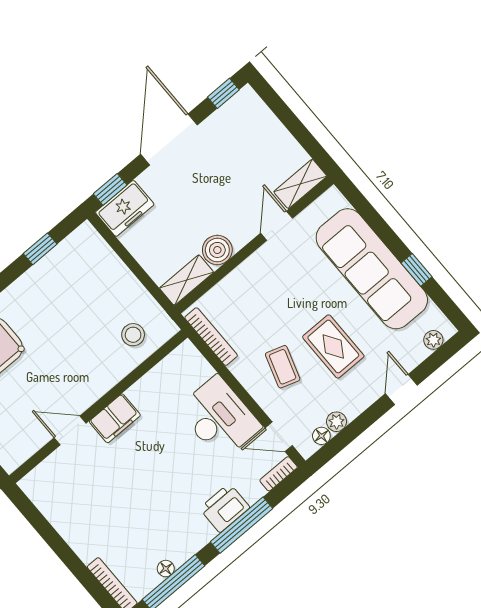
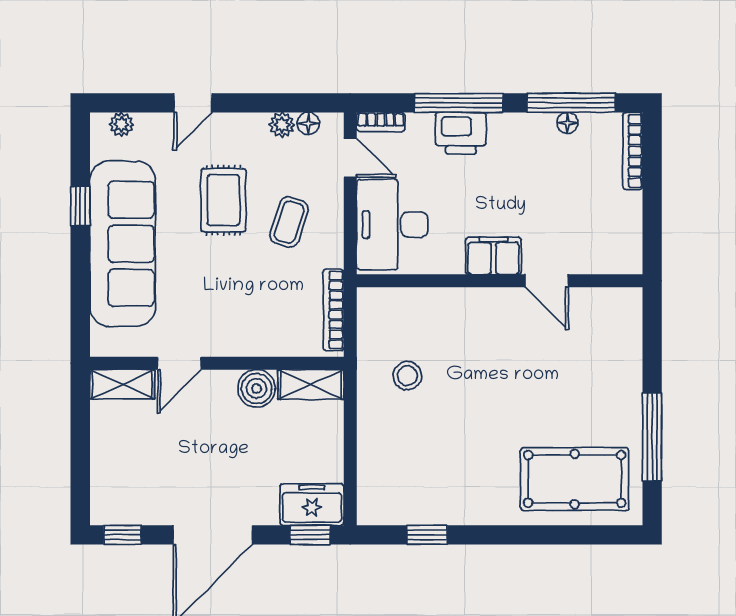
wall: (98, 406) -> (500, 281), moved
filing cabinet: (115, 418) -> (493, 256), moved
door: (70, 430) -> (547, 281), moved

